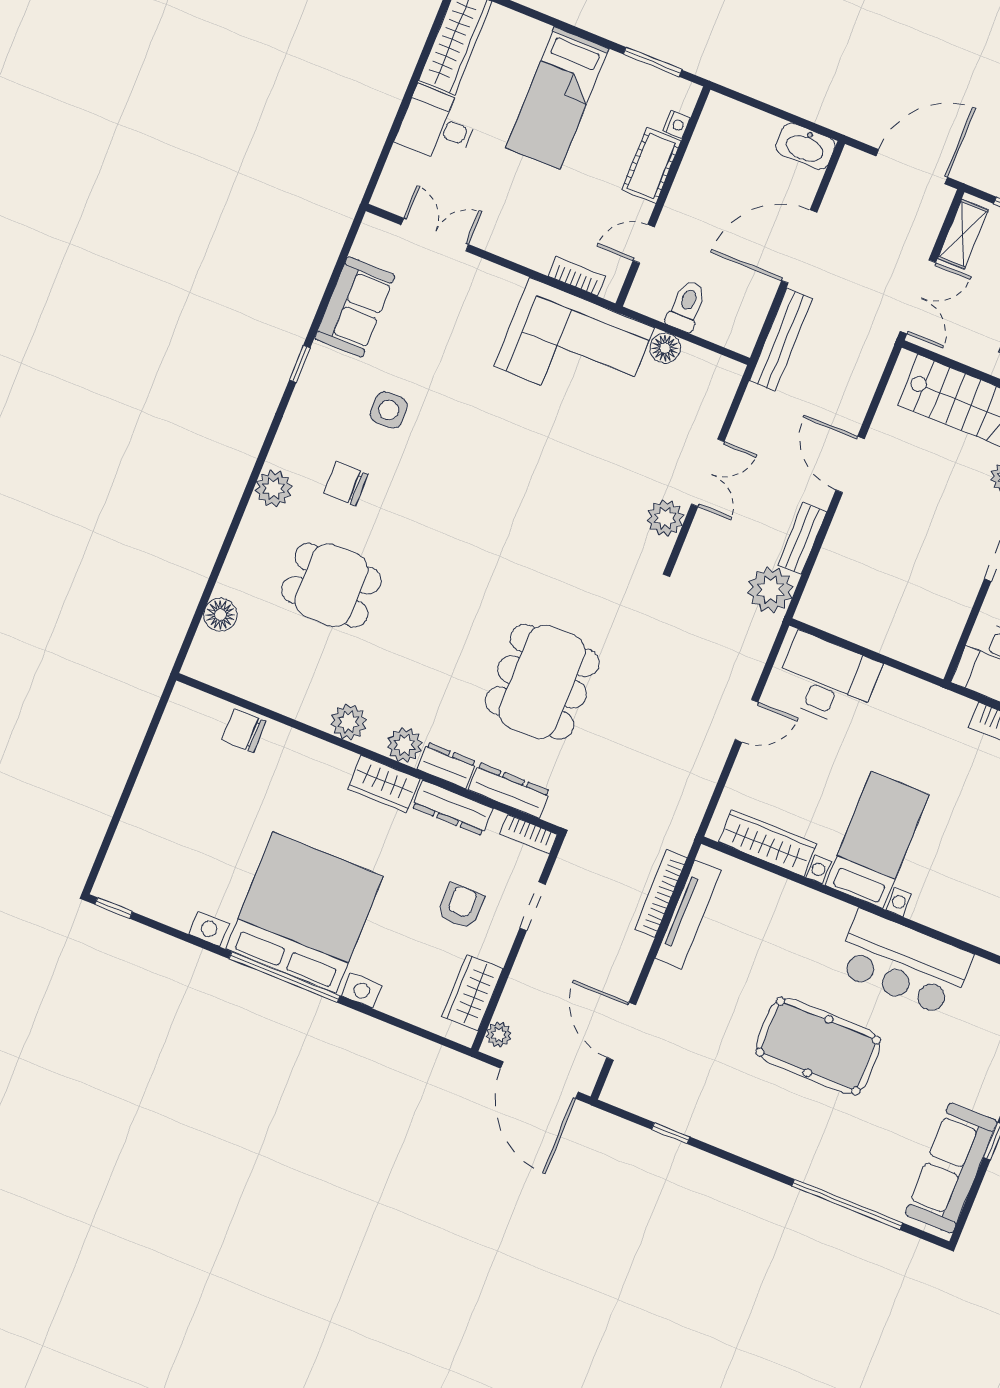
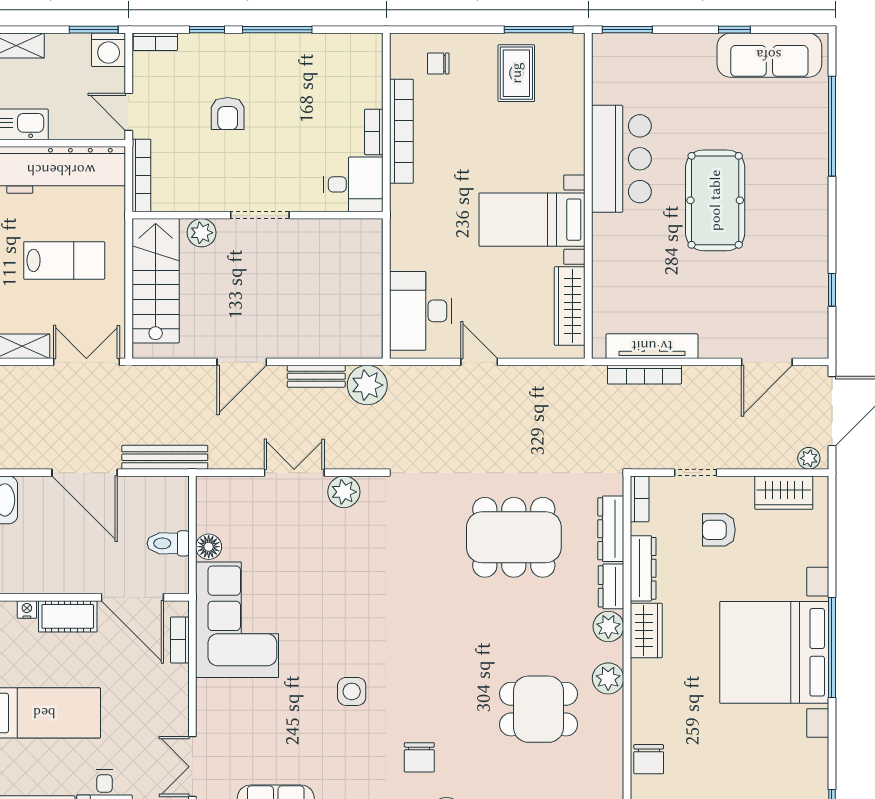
door: (644, 244) -> (132, 597), width x1.88
side table: (389, 410) -> (352, 691), moved
dining table: (331, 585) -> (538, 709), moved, turned 90

